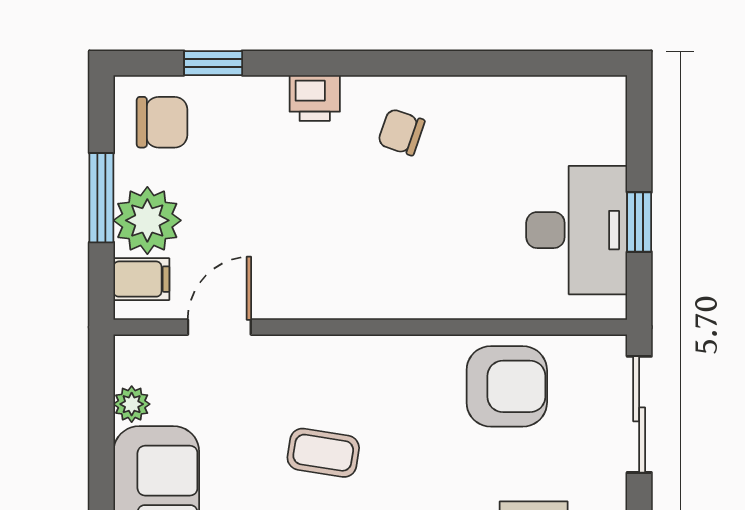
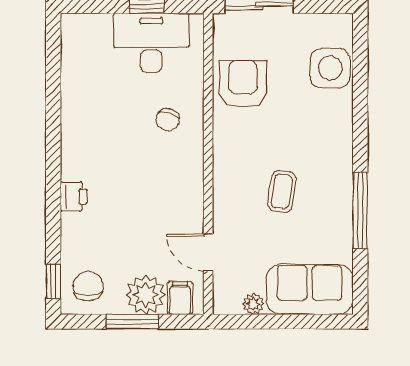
window: (213, 63) -> (53, 281), moved
chair: (401, 132) -> (168, 120), moved

